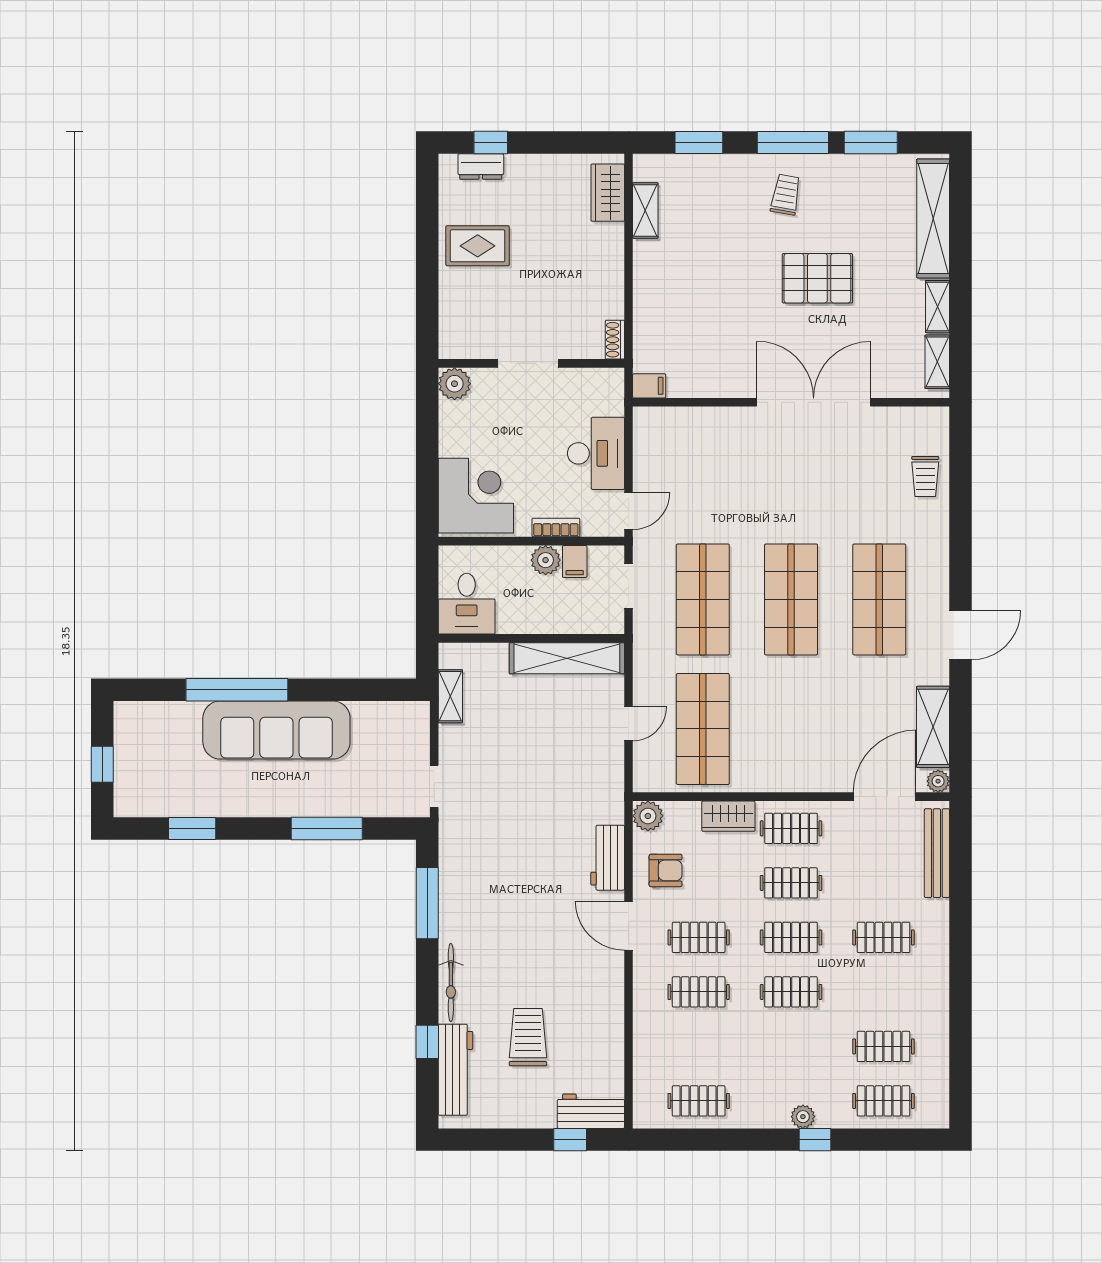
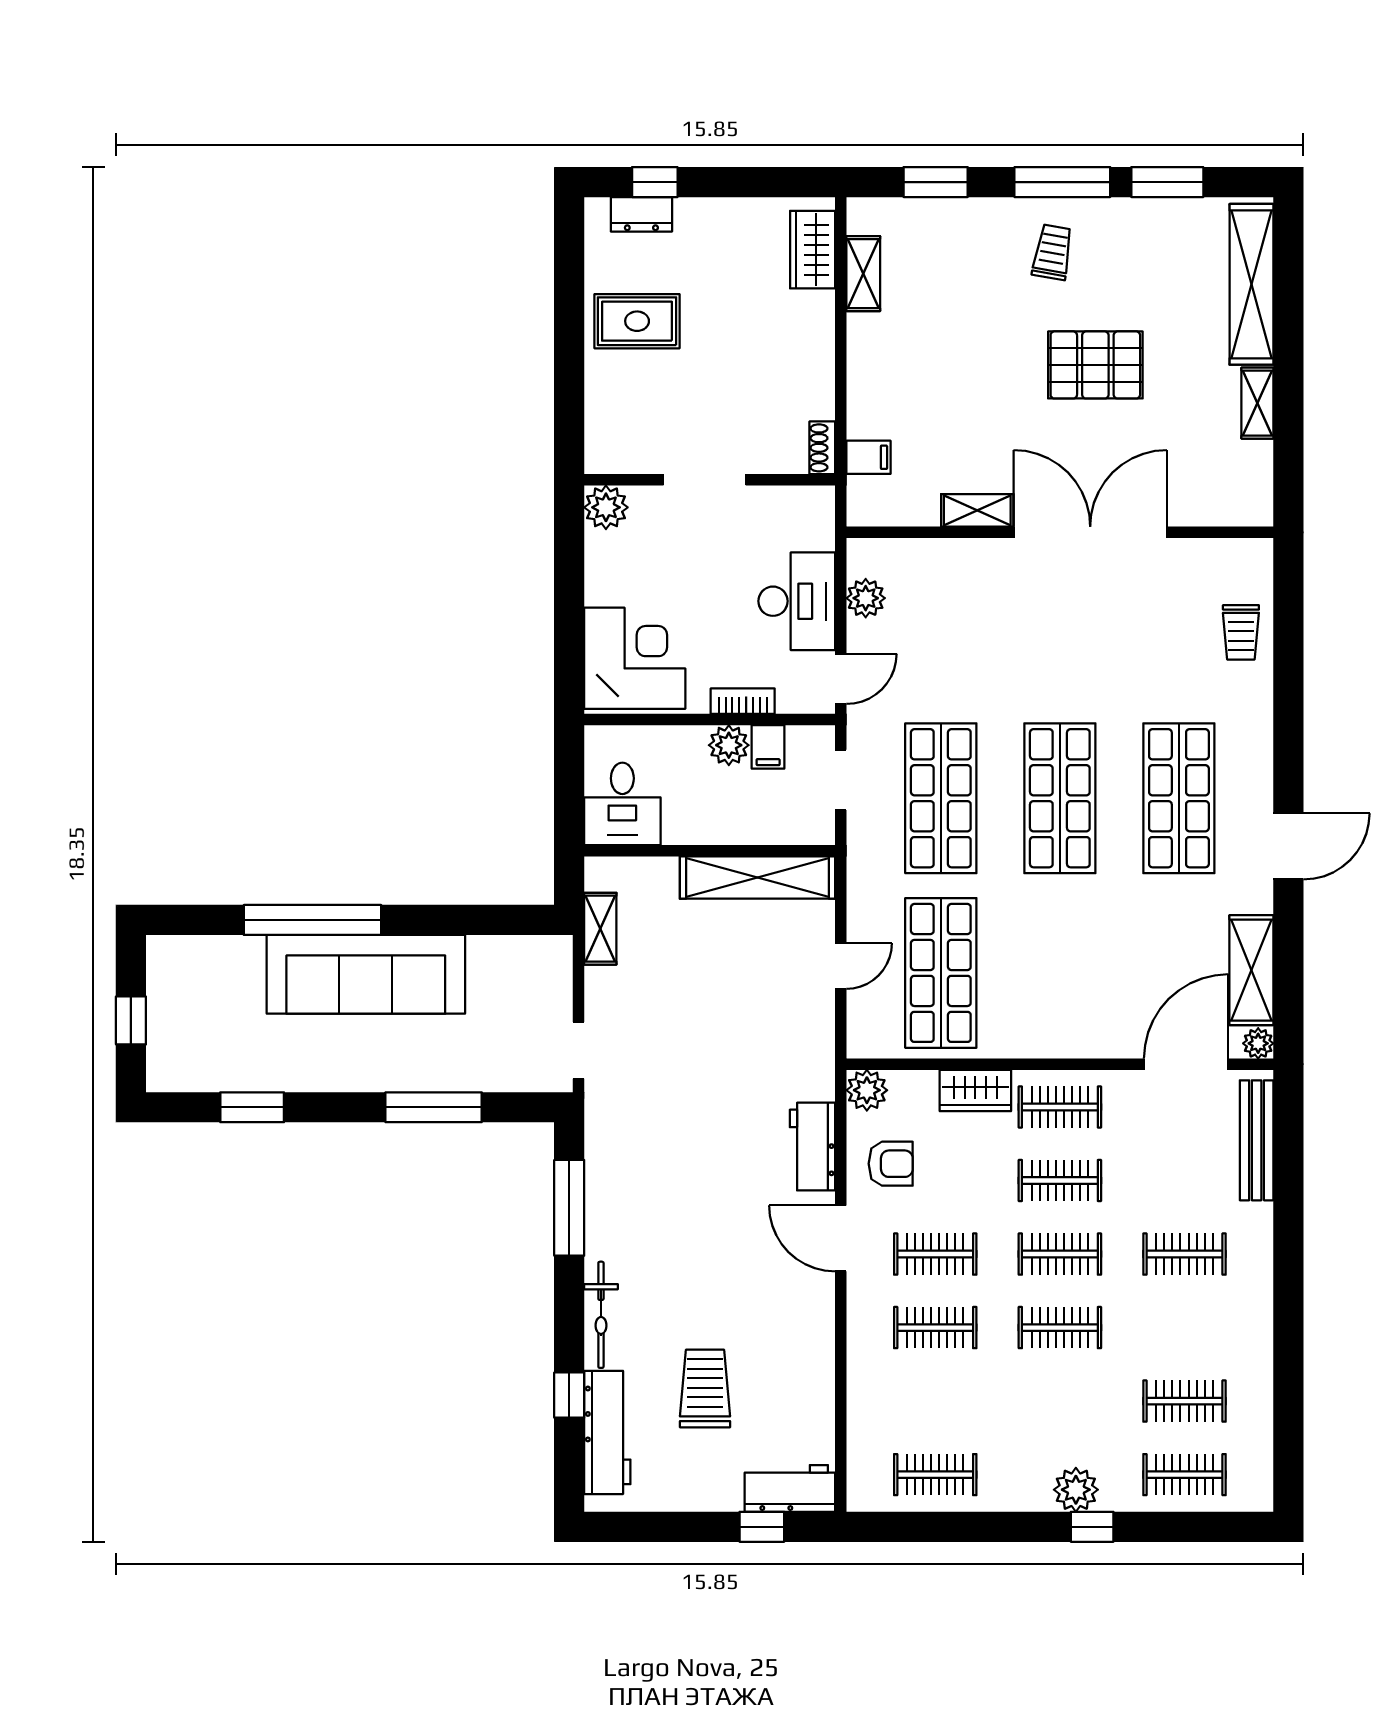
shelving: (937, 362) -> (977, 510), moved, turned 90
filing cabinet: (649, 386) -> (868, 457), moved
plant: (647, 451) -> (866, 598), added
plant: (803, 1117) -> (1076, 1490), width x1.38, depth x1.38

